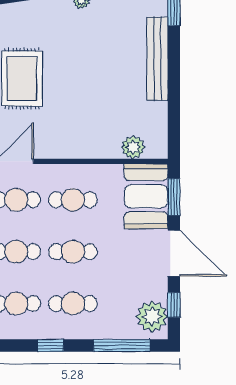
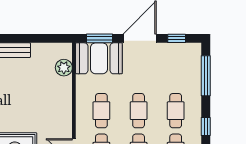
plant: (152, 317) -> (185, 54), removed

